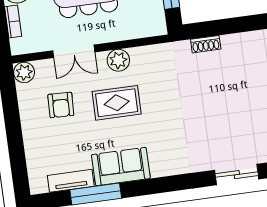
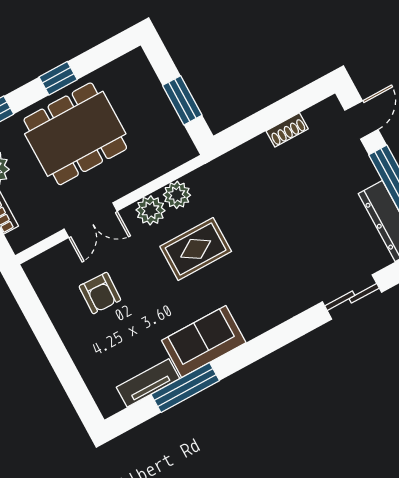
shoe rack: (206, 44) -> (287, 130), moved
plant: (24, 72) -> (177, 195), moved
rug: (117, 103) -> (196, 249), moved

